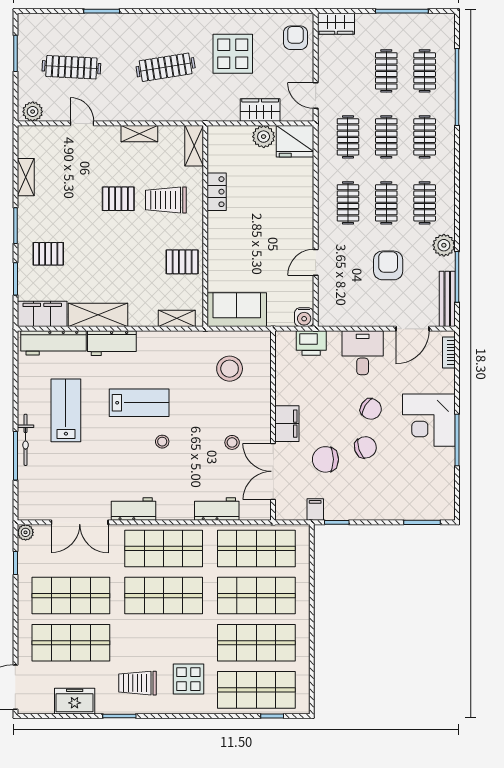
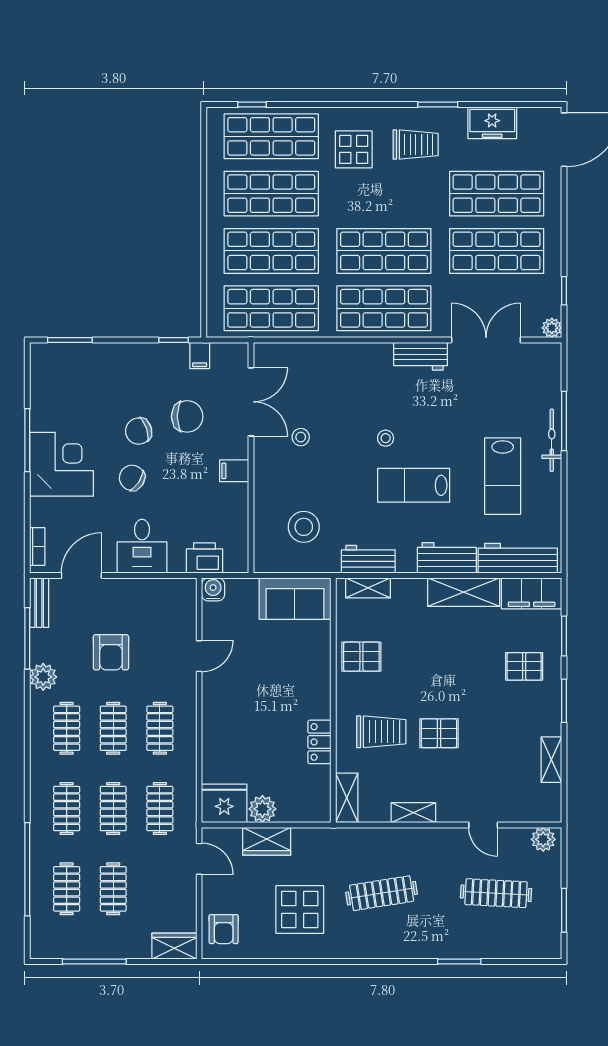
bench: (447, 299) -> (39, 603), width x0.73
filing cabinet: (287, 424) -> (234, 471), width x0.50
workbench: (217, 509) -> (368, 559), moved, turned 180

